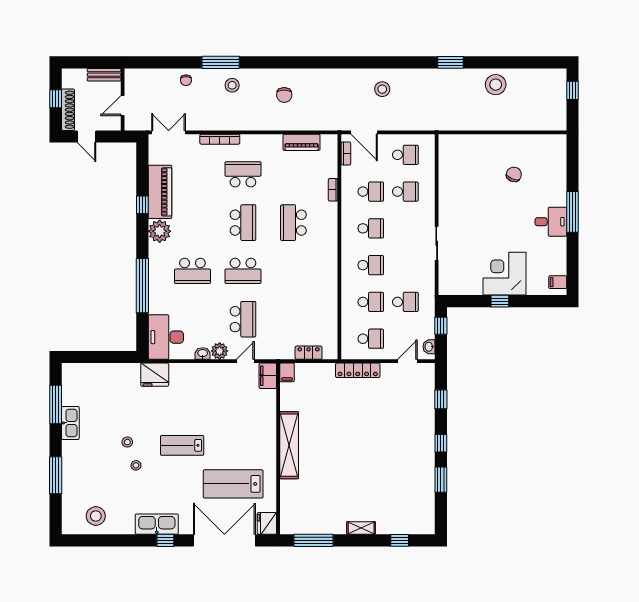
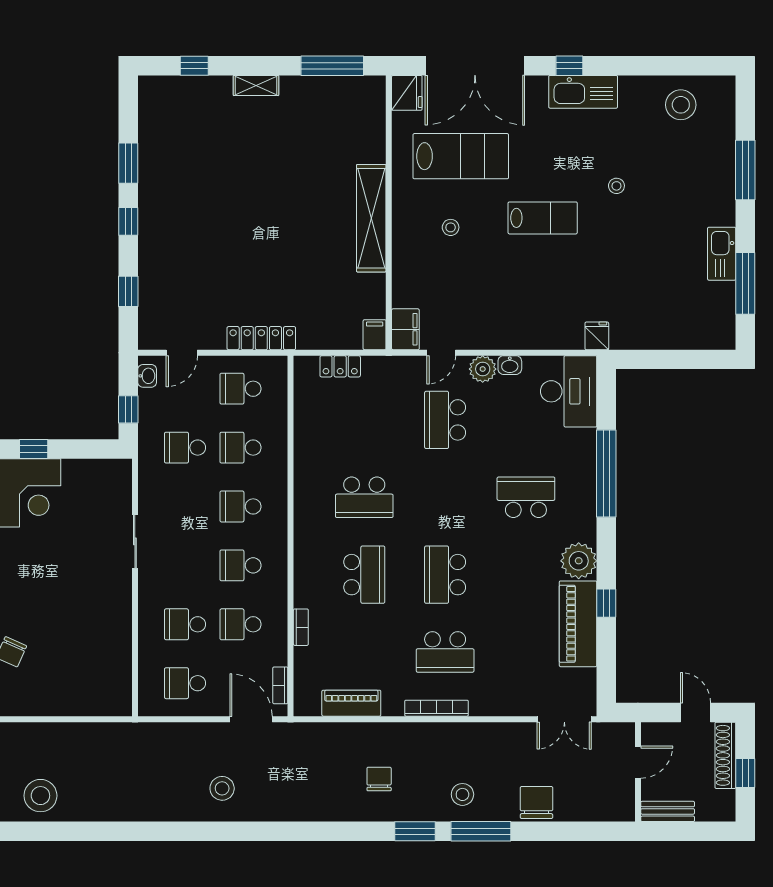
window: (450, 62) -> (415, 831), moved
chair: (186, 80) -> (536, 803), width x1.87, depth x1.87
bookcase: (220, 139) -> (436, 708), moved
school desk: (243, 271) -> (364, 497), moved, turned 180
fridge: (155, 375) -> (597, 336), width x0.53, depth x0.75
stool: (127, 442) -> (451, 227), moved

